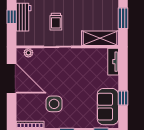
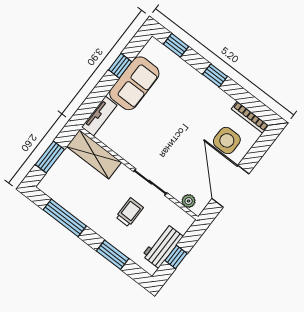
side table: (54, 104) -> (227, 140), moved
sofa: (108, 107) -> (134, 83), moved

